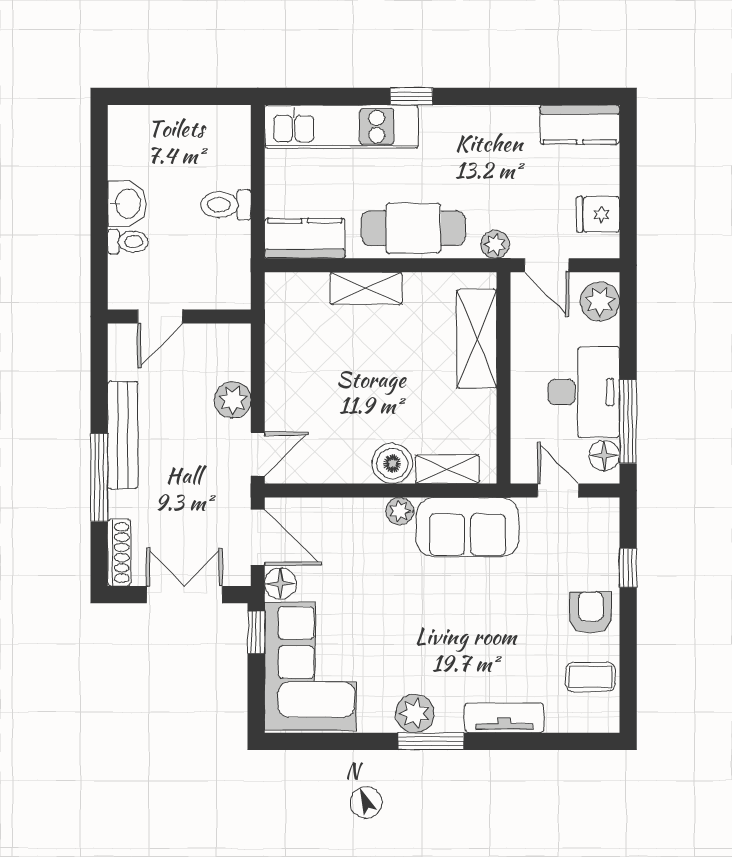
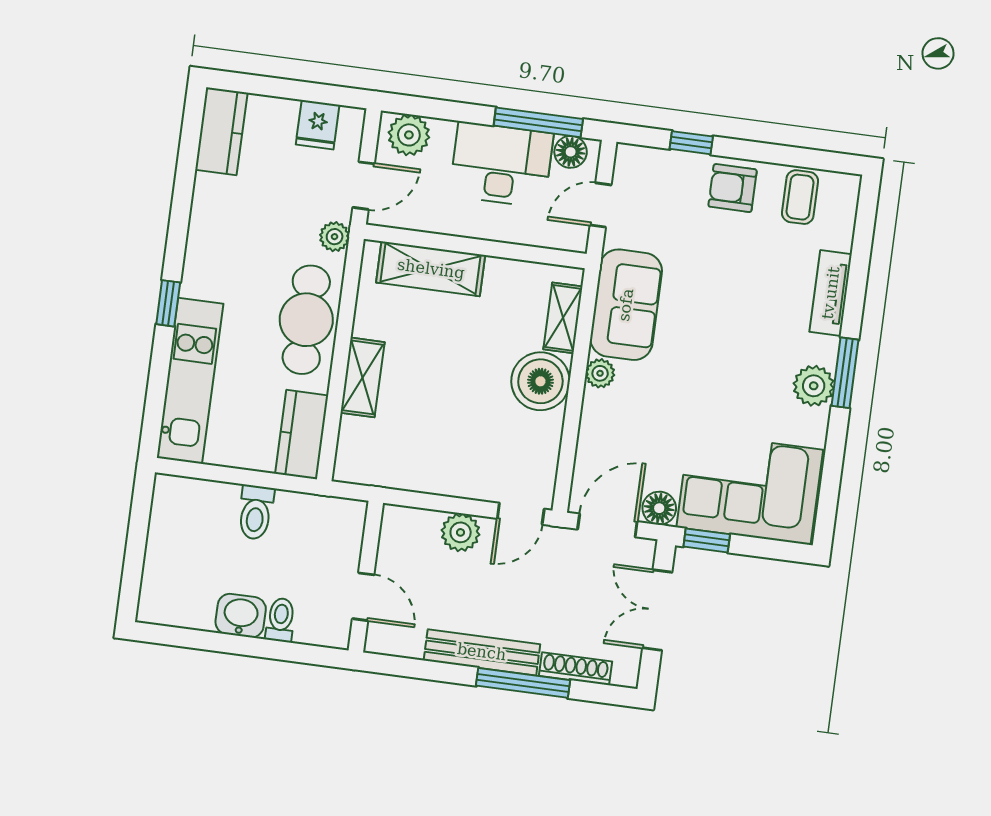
door: (258, 454) -> (521, 514), swing flipped
boiler: (392, 463) -> (540, 381), width x1.37, depth x1.37
shoe rack: (119, 553) -> (575, 669), moved

